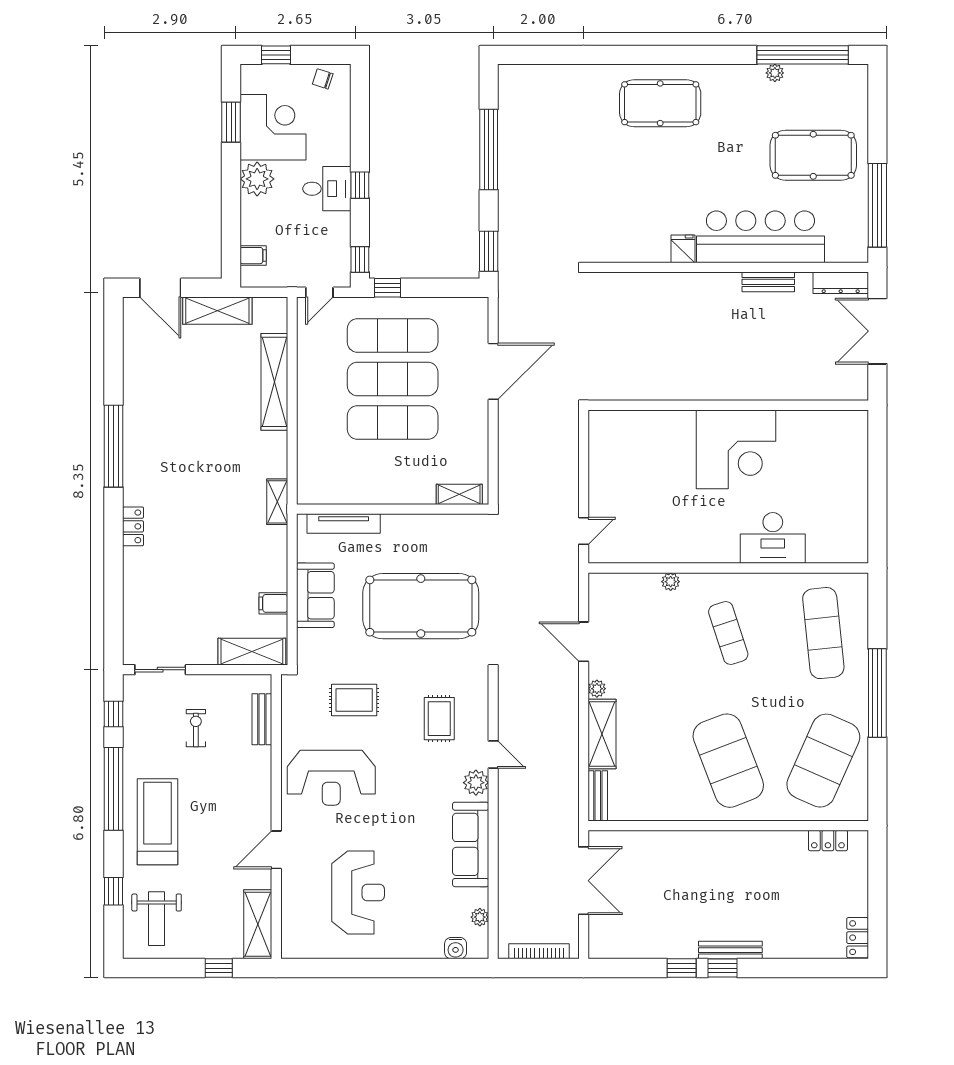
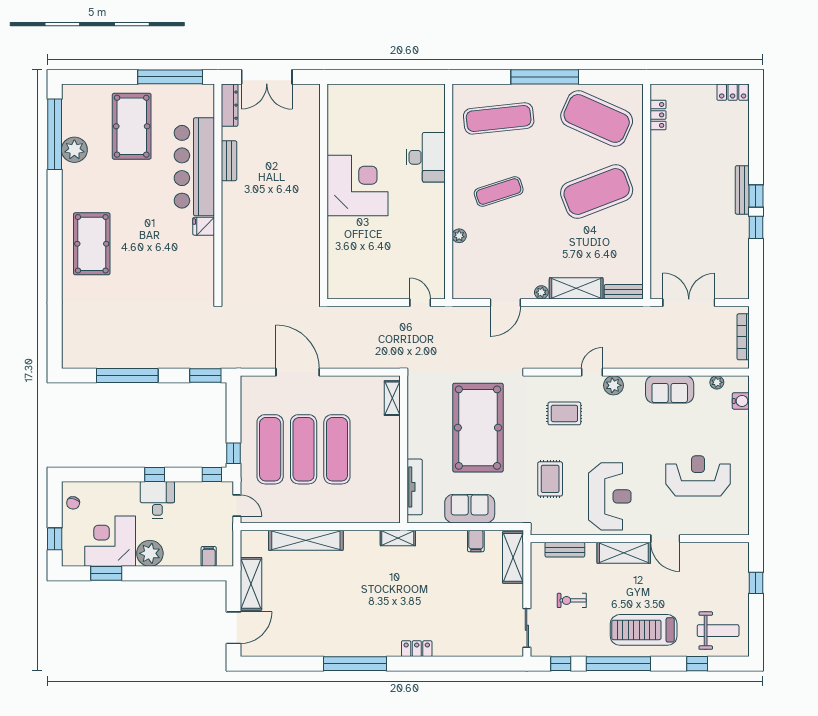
plant: (775, 73) -> (74, 150), width x1.87, depth x1.87
sofa: (471, 844) -> (670, 389), width x0.73
shelving: (258, 924) -> (624, 553), moved

